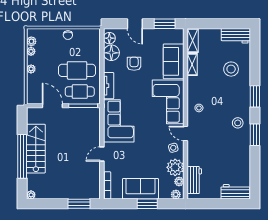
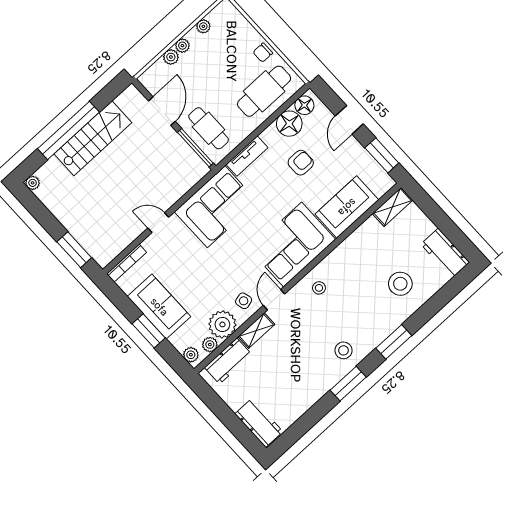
plant: (31, 41) -> (171, 57), moved
shelving: (192, 64) -> (256, 331), moved
cafe table: (77, 70) -> (264, 91), moved, turned 90

